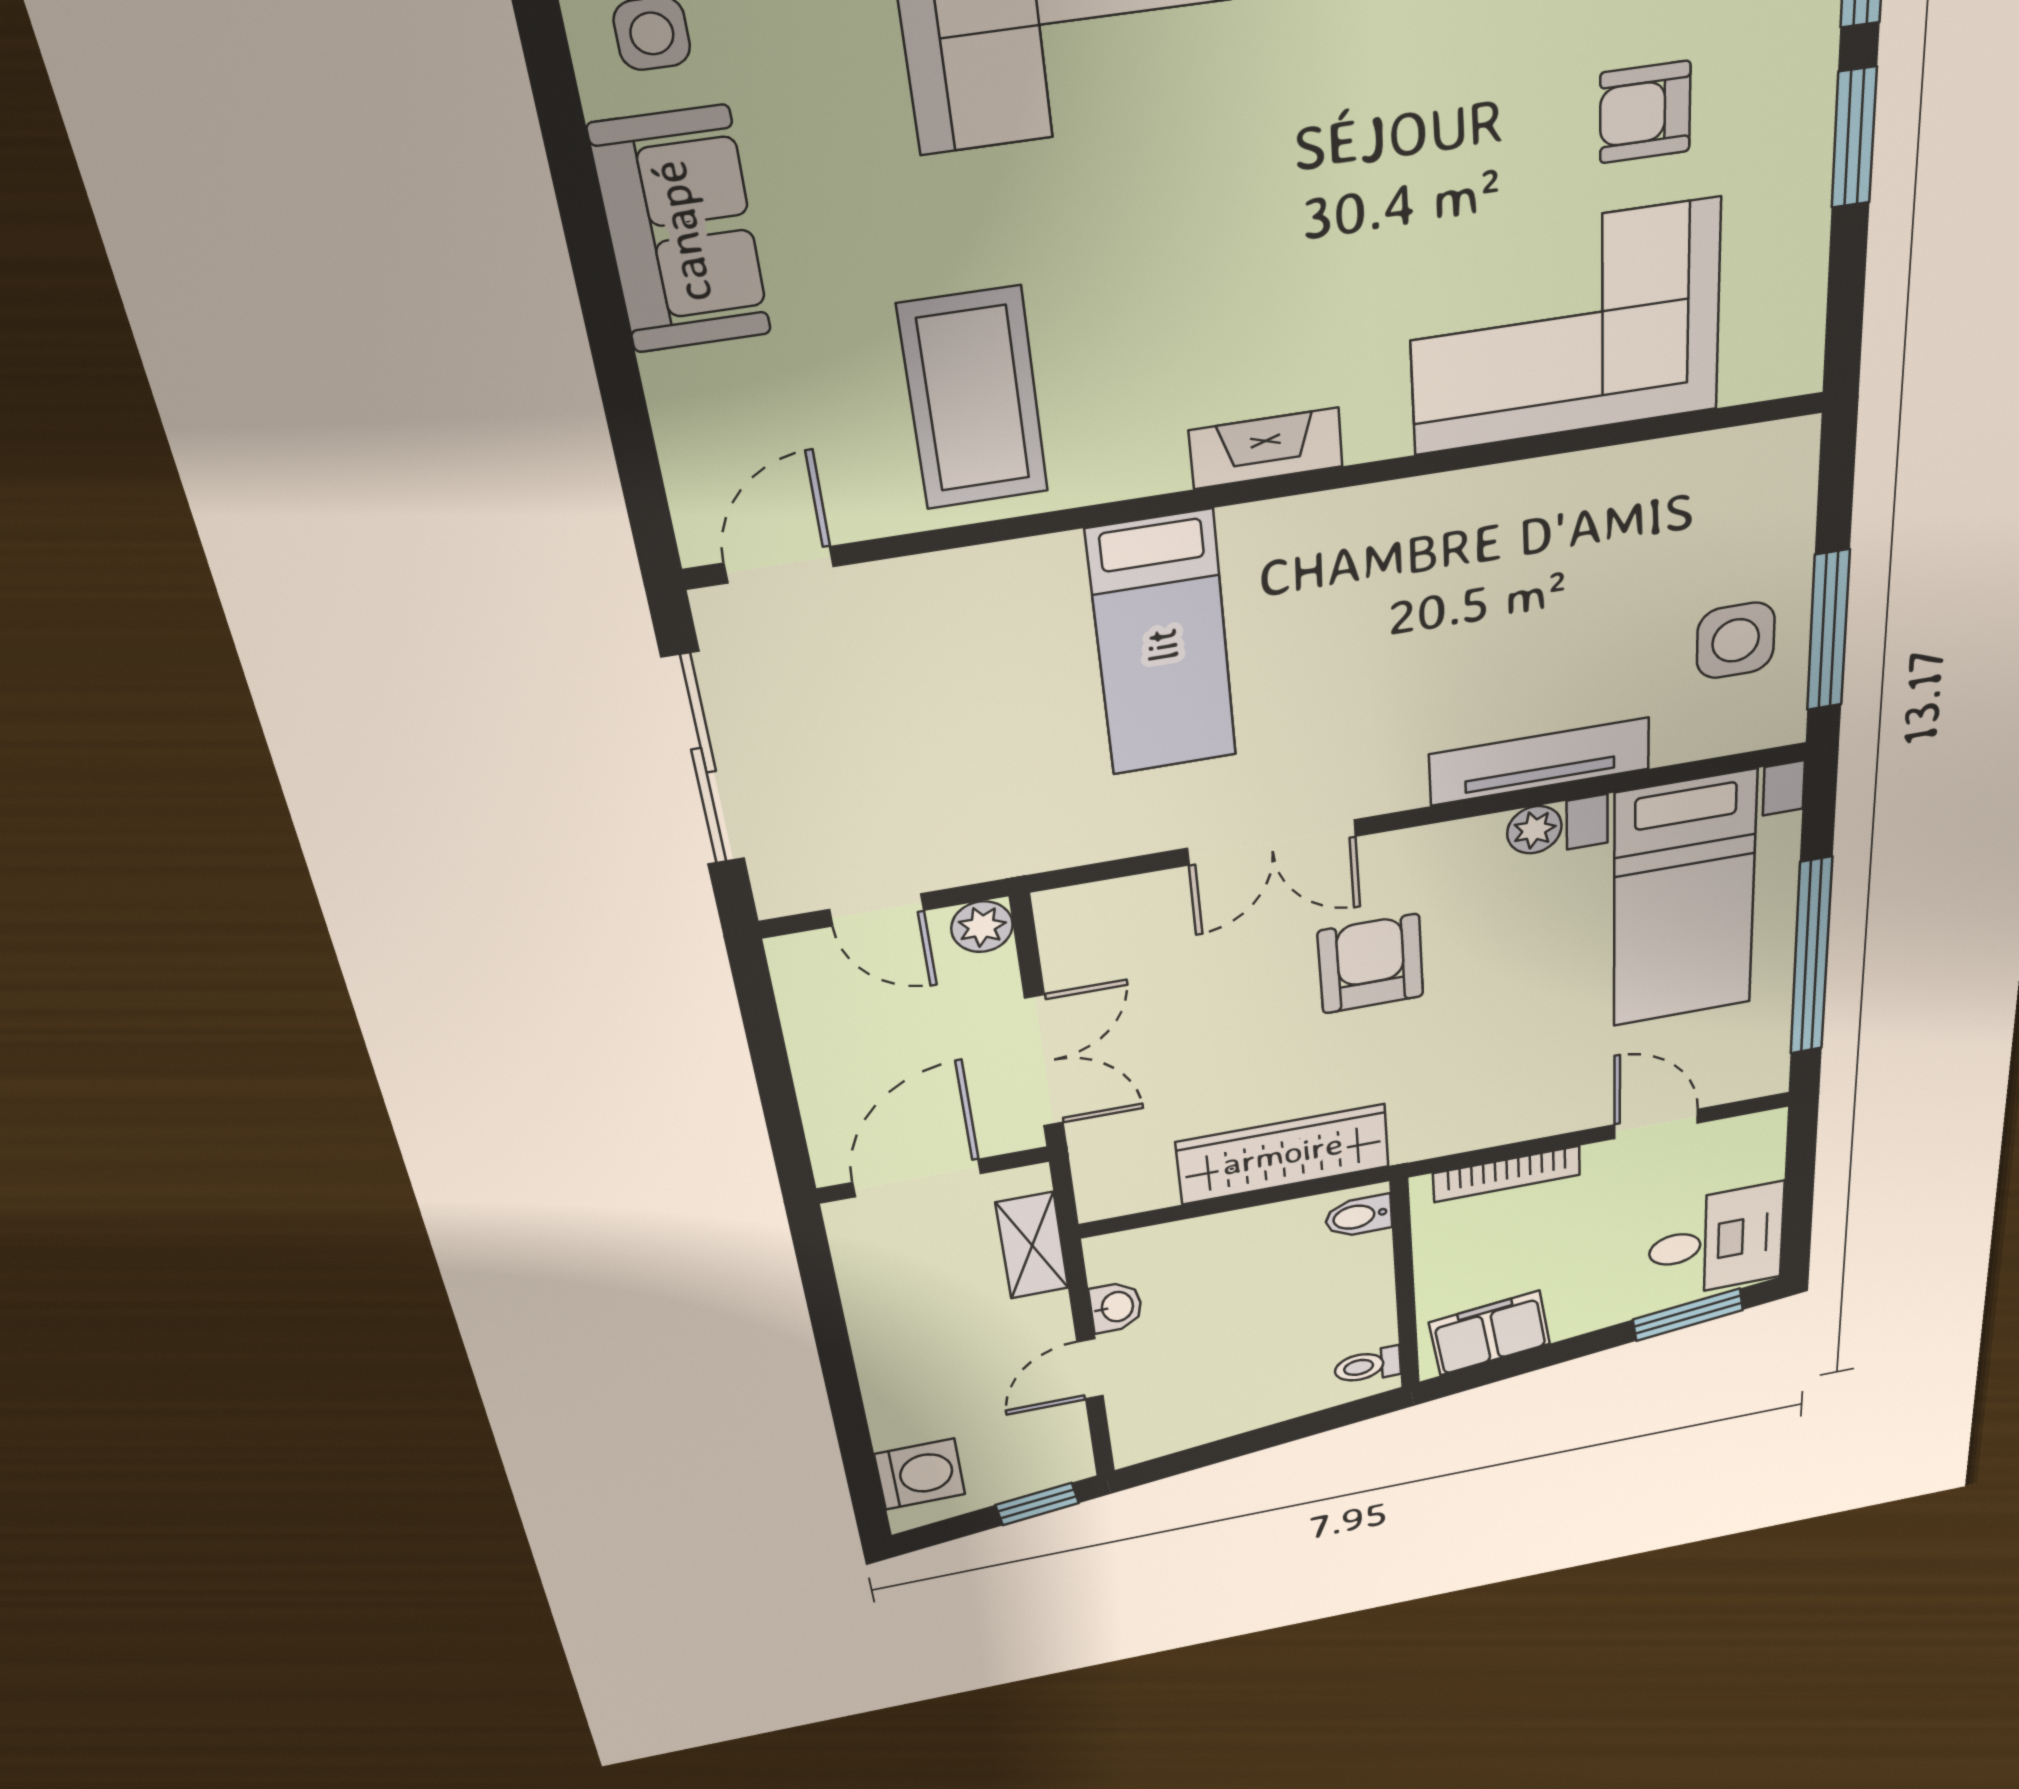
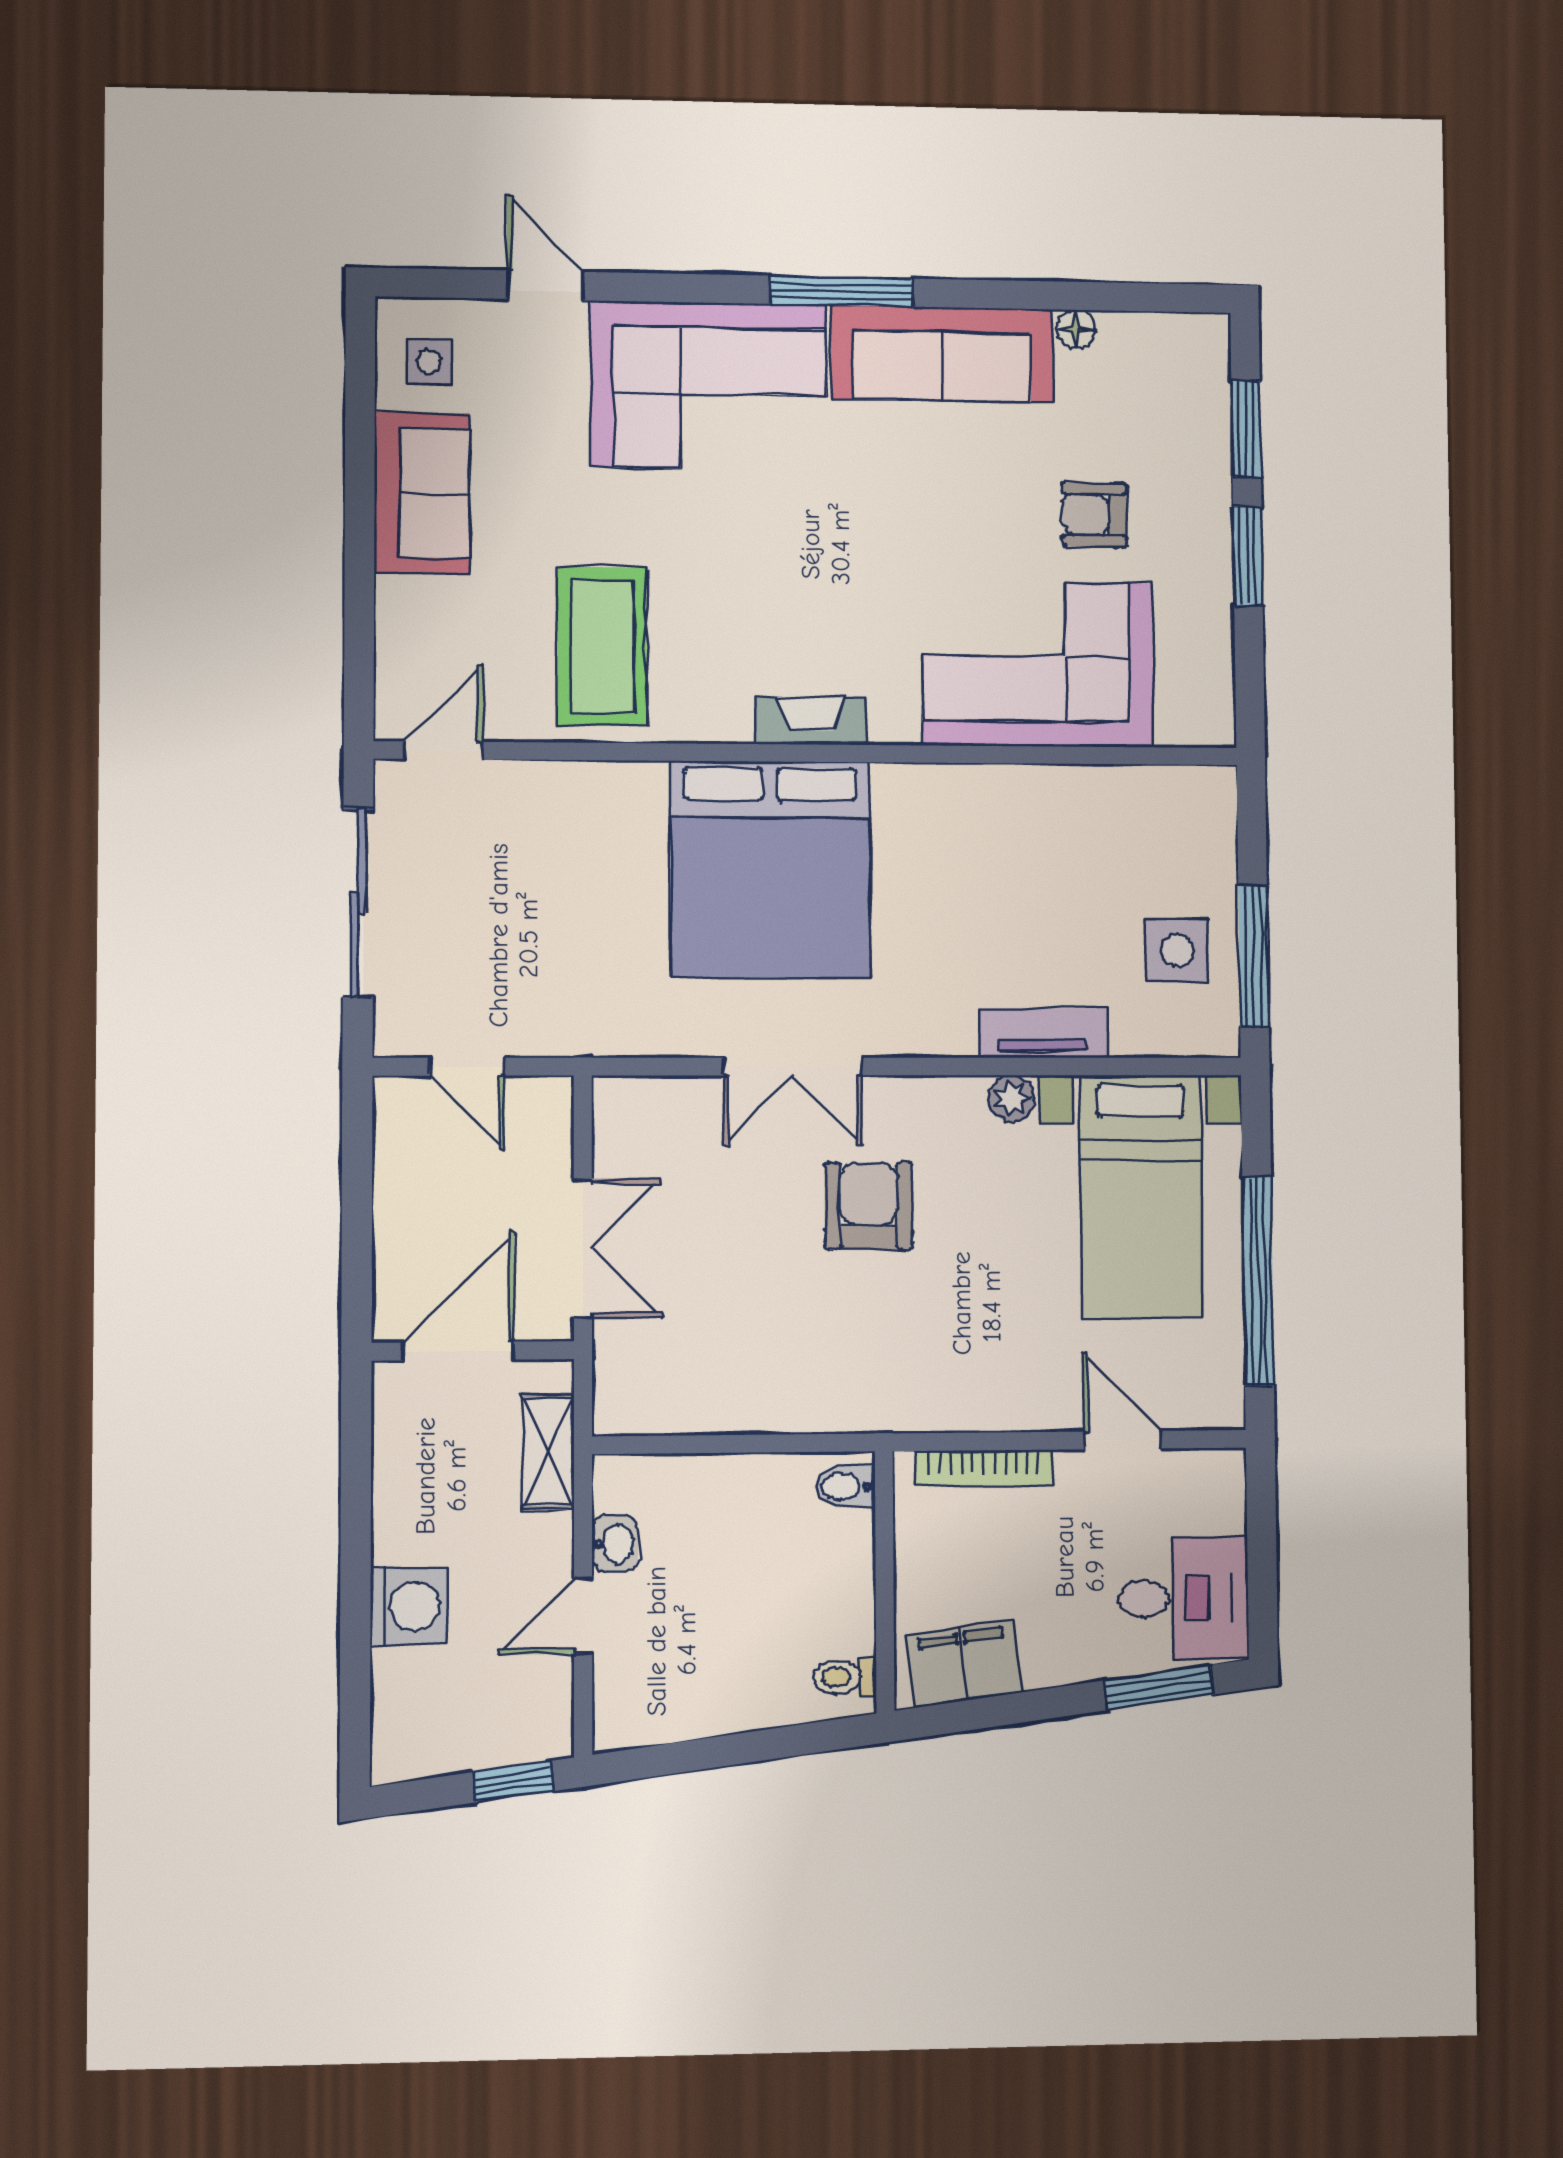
bed: (1162, 645) -> (770, 869), width x2.04
tv unit: (1540, 762) -> (1043, 1033), width x0.71
plant: (982, 927) -> (549, 1100), removed
wardrobe: (1283, 1154) -> (780, 1398), removed
washing machine: (920, 1474) -> (409, 1606), moved

